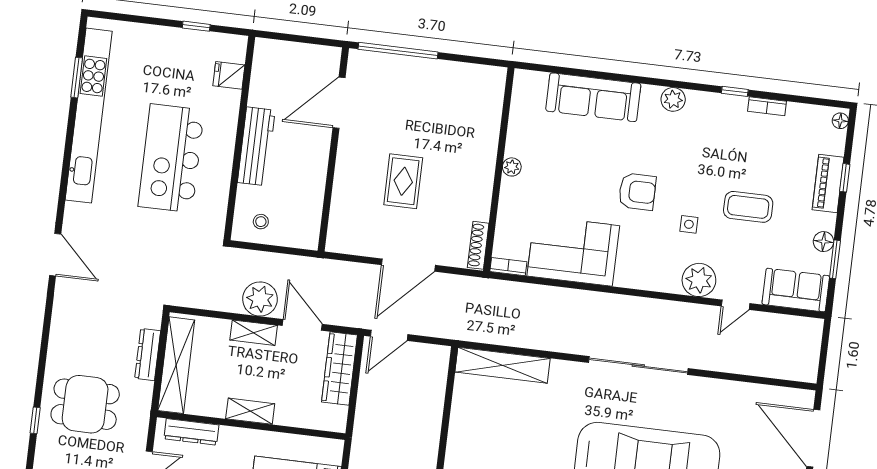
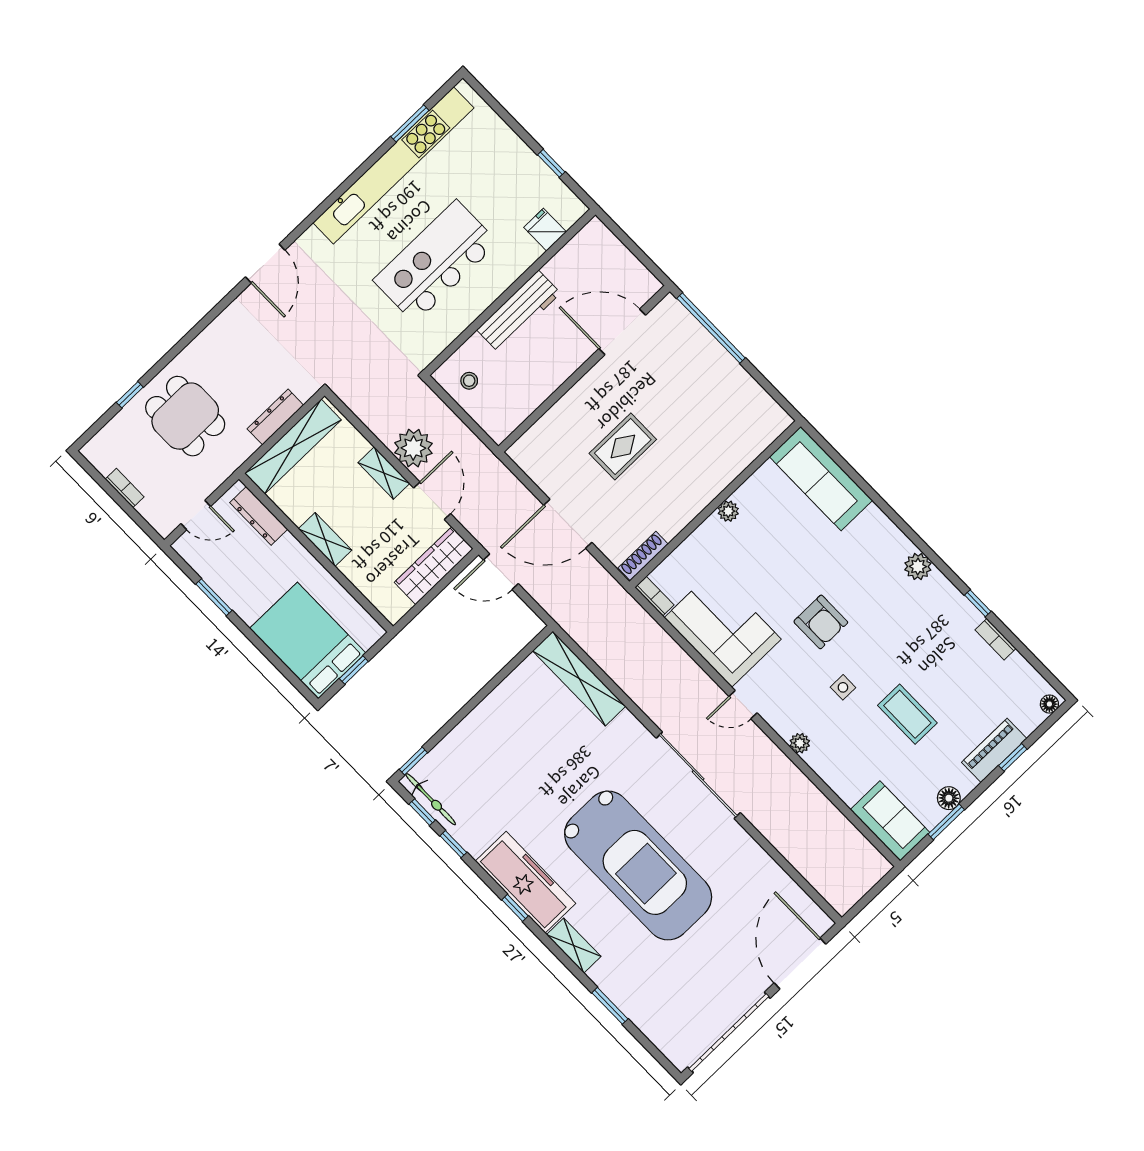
sofa: (593, 97) -> (821, 479), moved
plant: (699, 280) -> (800, 743), width x0.53, depth x0.53
door: (736, 305) -> (743, 705), moved

